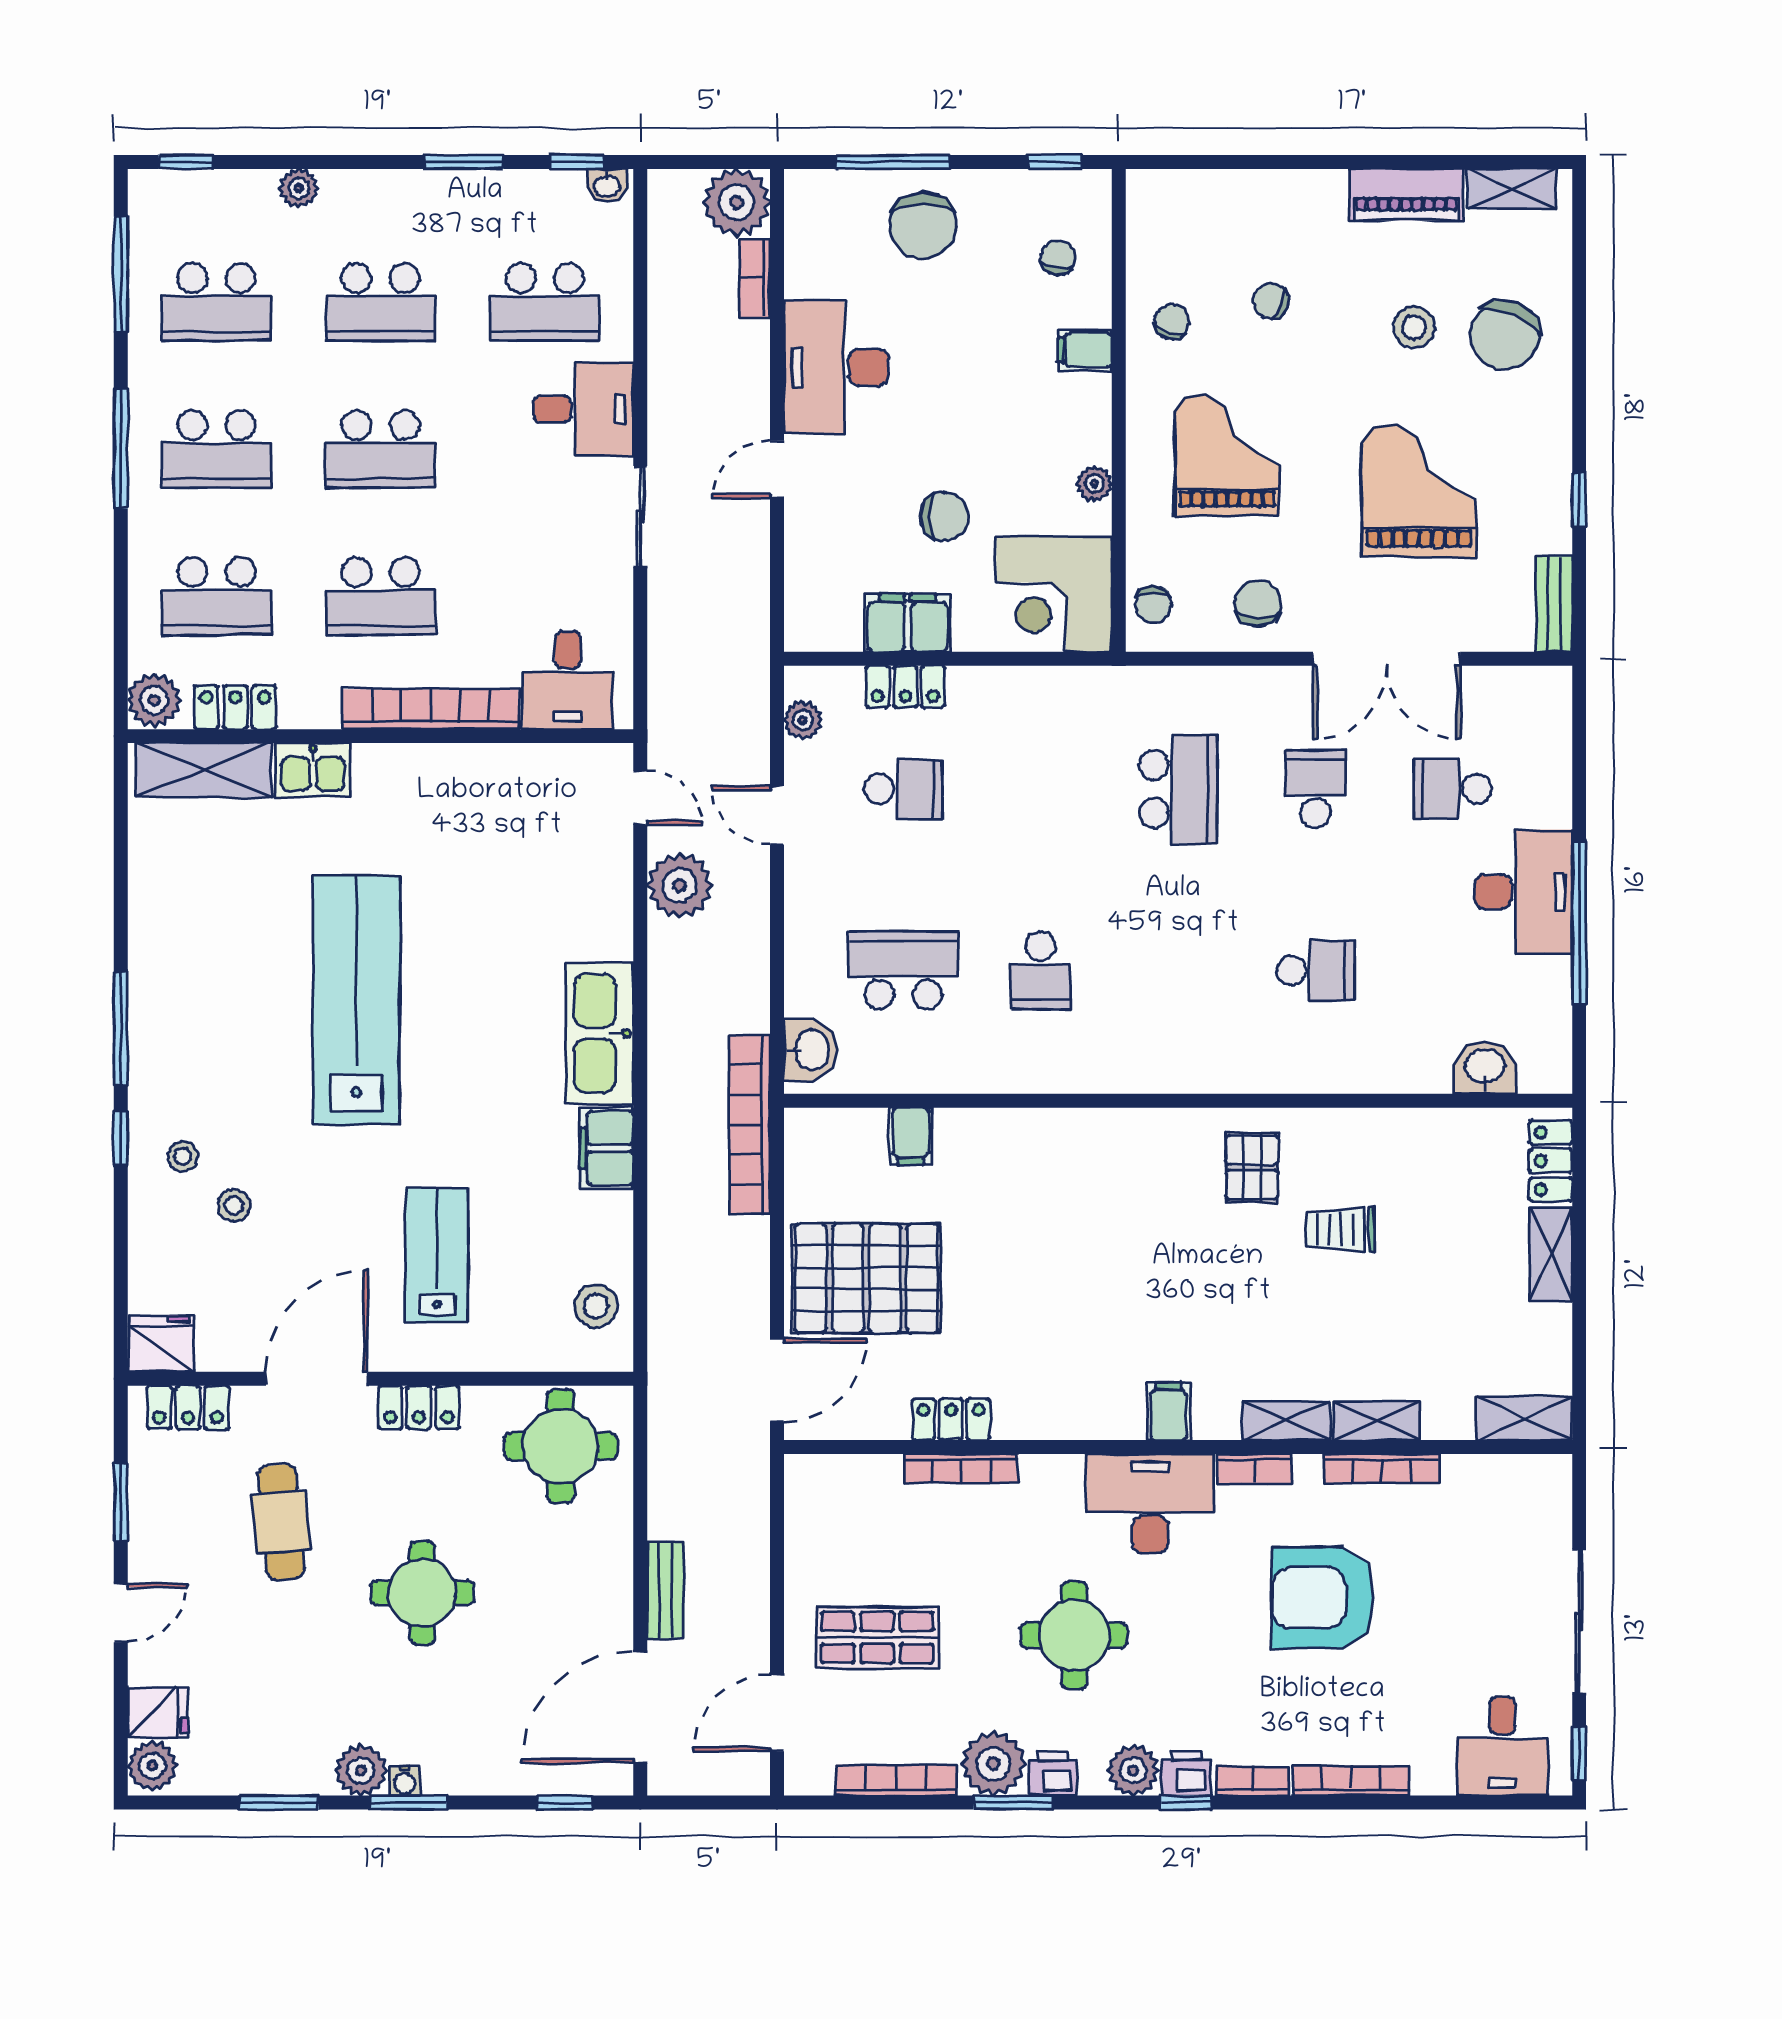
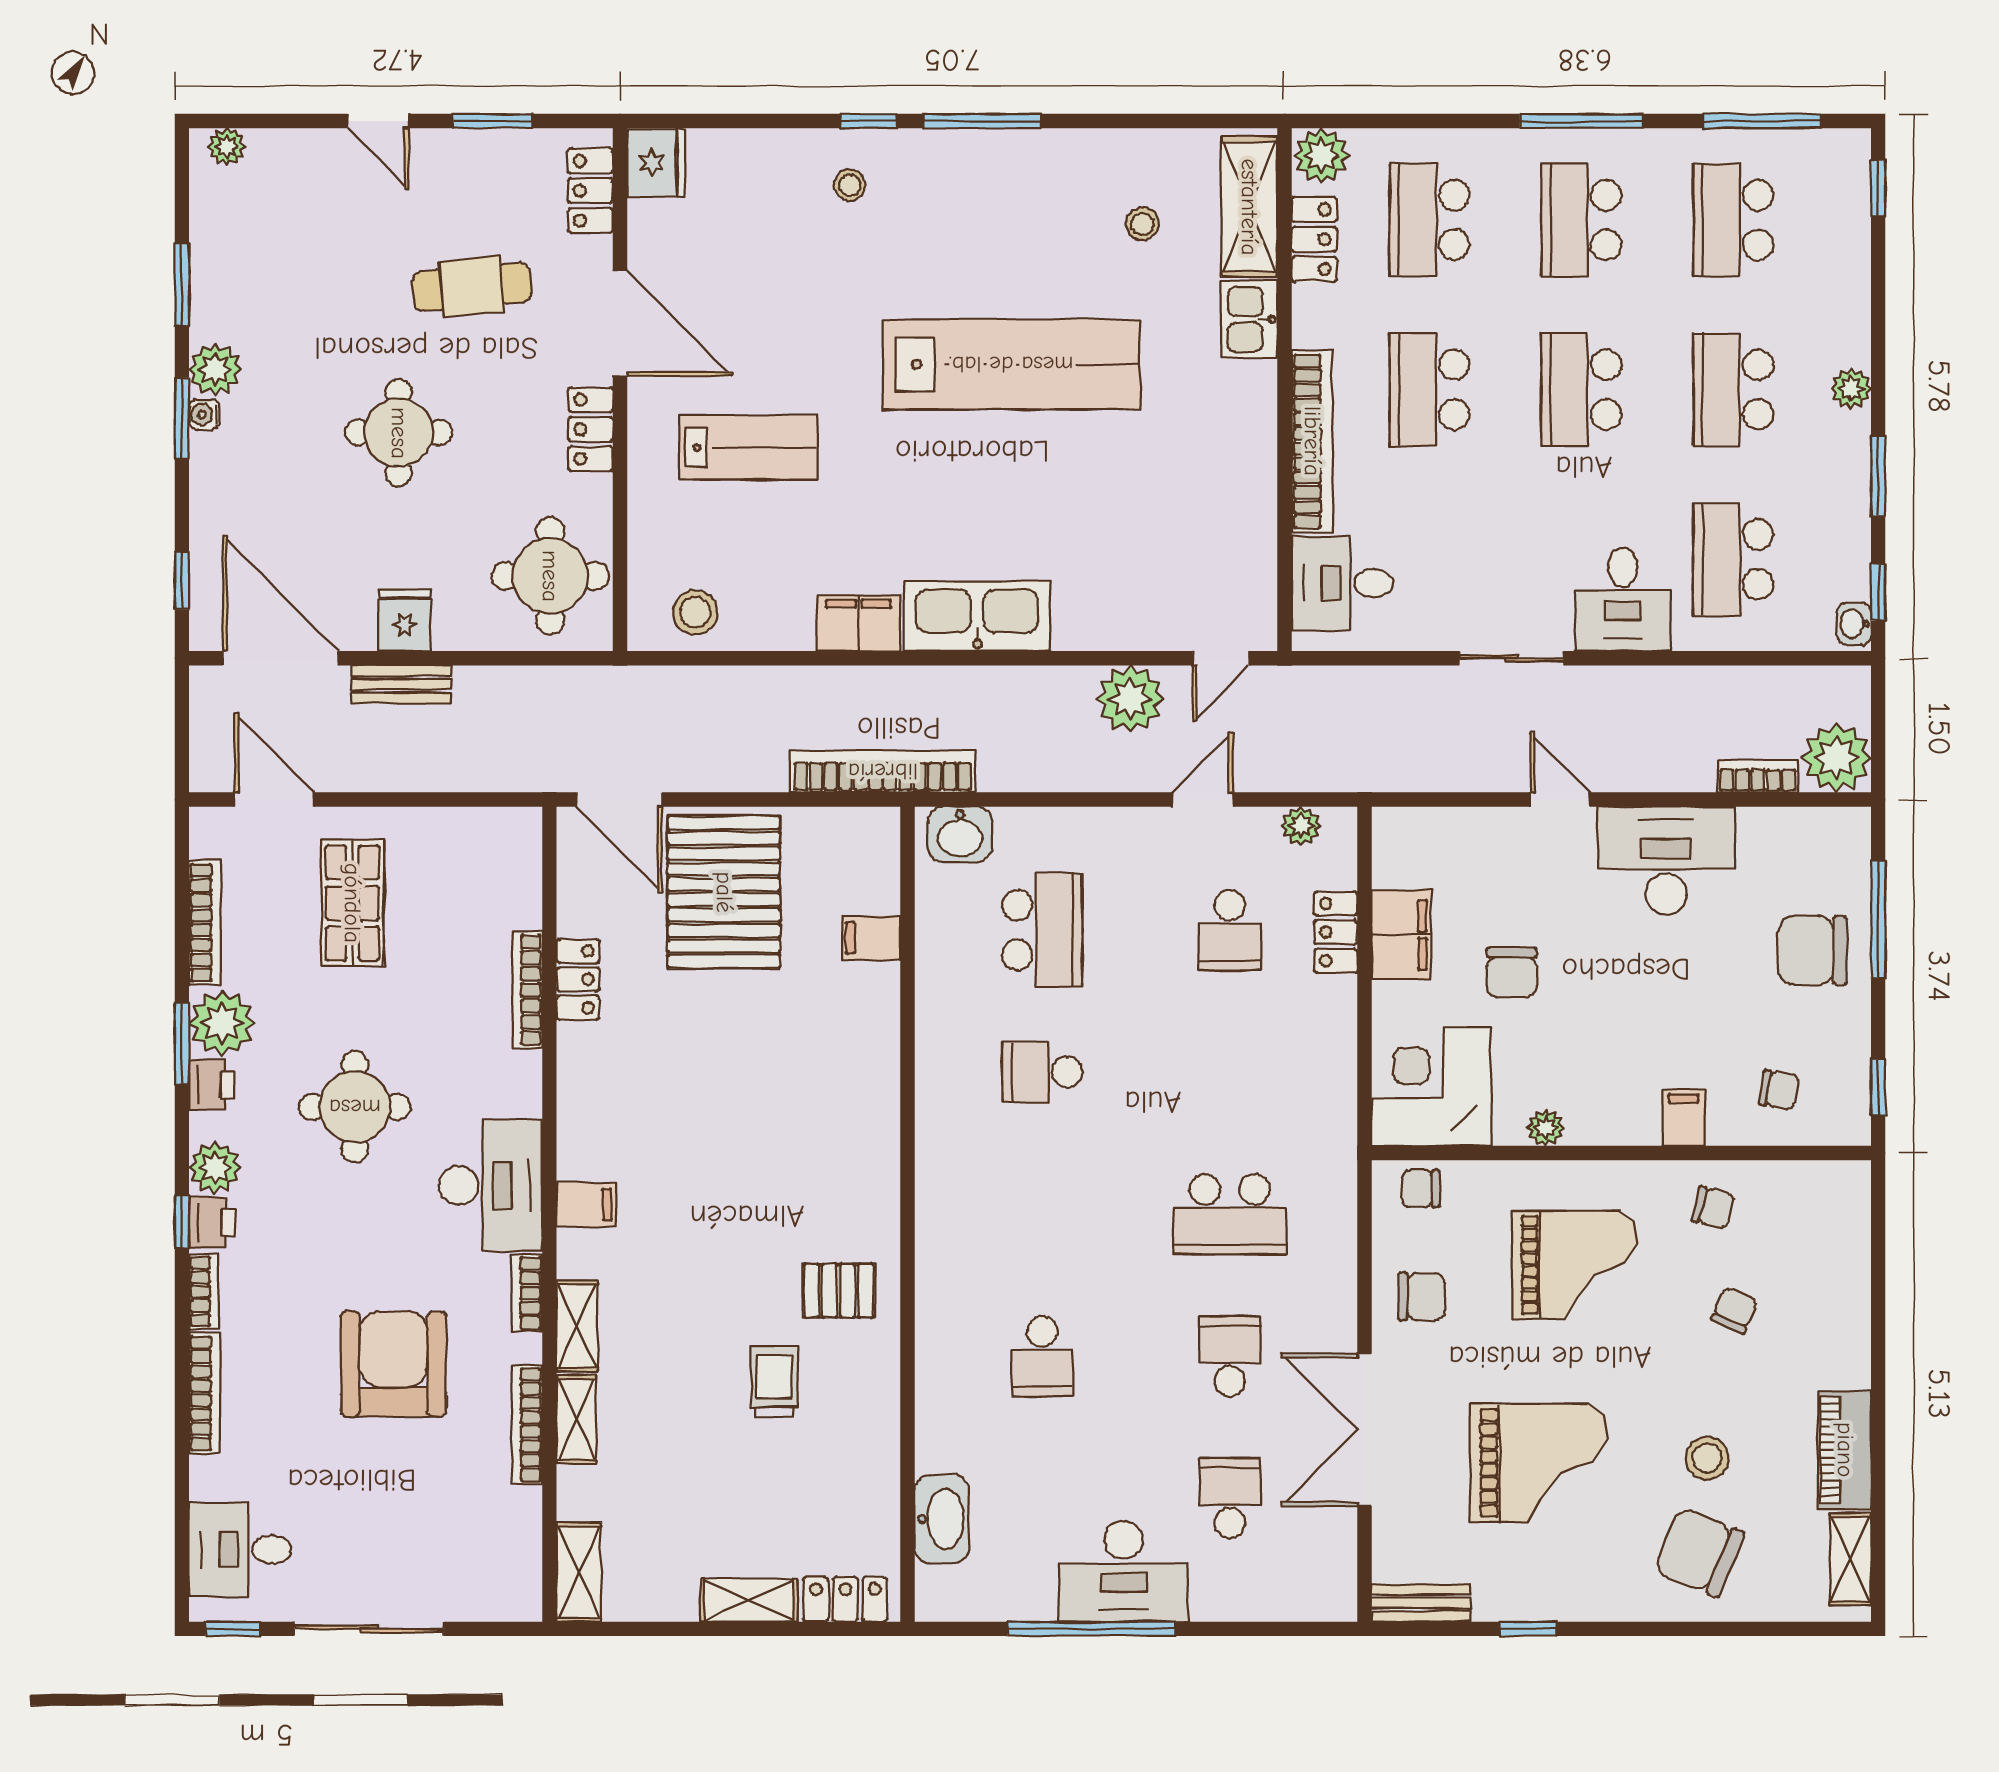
plant: (299, 188) -> (1851, 389), moved
school desk: (1315, 789) -> (1230, 1356), turned -90
washbasin: (1485, 1068) -> (942, 1519), width x1.38
stool: (234, 1205) -> (1142, 224), moved
fridge: (158, 1712) -> (405, 620), moved, turned 180
plant: (152, 1766) -> (227, 147), width x0.73, depth x0.73

